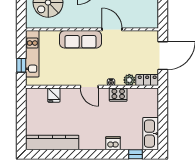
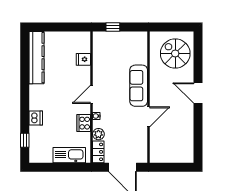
kitchen unit: (32, 54) -> (124, 38), removed
kitchen sink: (151, 134) -> (69, 155), moved

